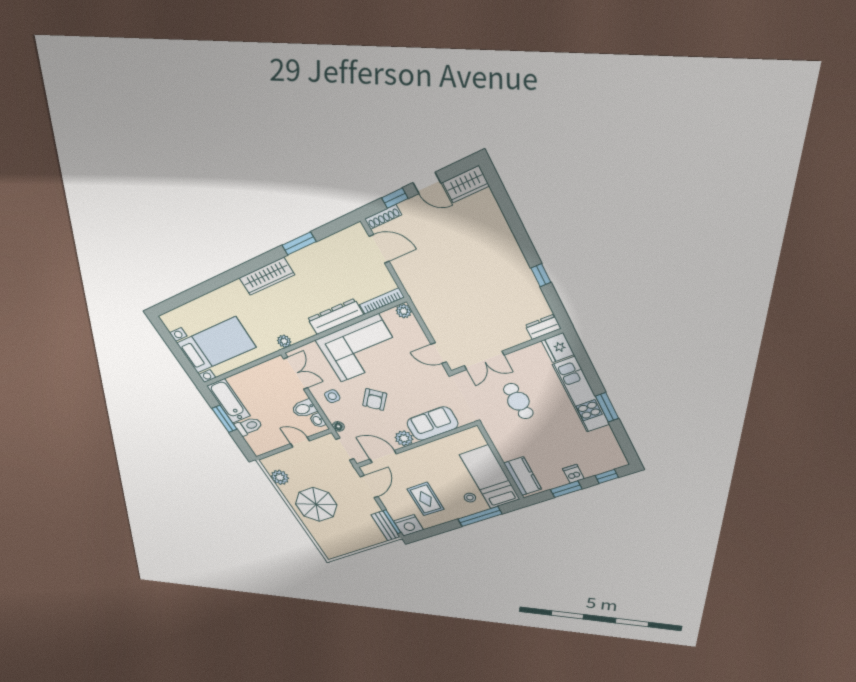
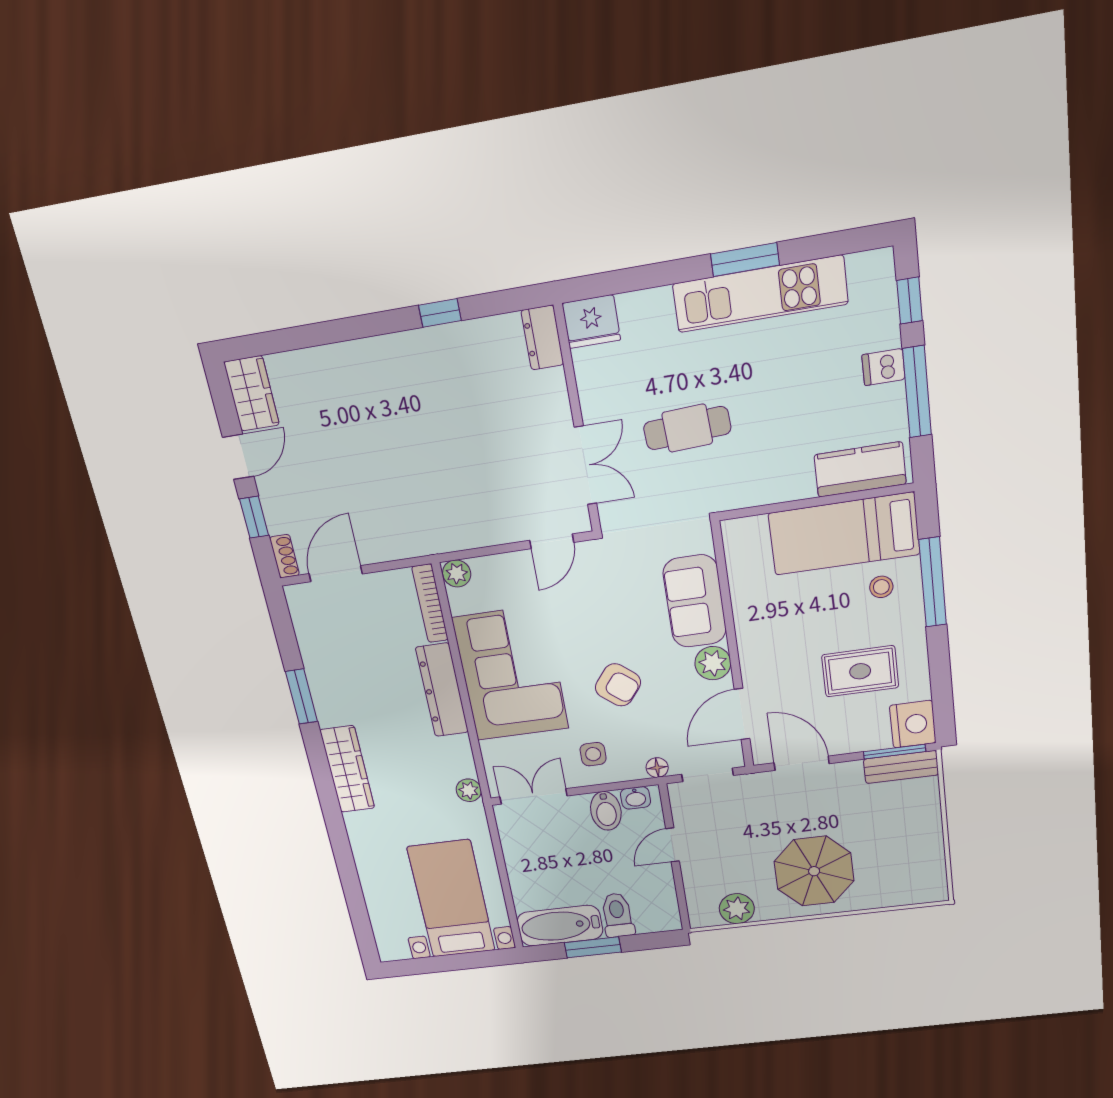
shoe rack: (383, 217) -> (284, 556), width x0.70
kitchen unit: (581, 395) -> (760, 294), moved
window: (566, 489) -> (917, 392), width x1.44

